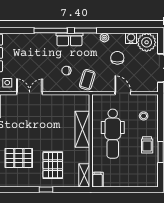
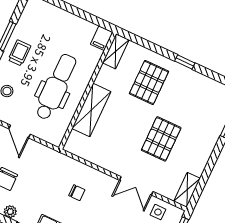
coffee table: (87, 80) -> (56, 169), removed
pallet: (19, 158) -> (161, 139), moved, turned 90
window: (46, 190) -> (185, 62), moved

